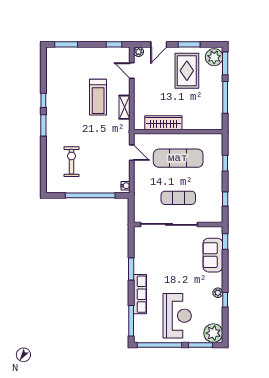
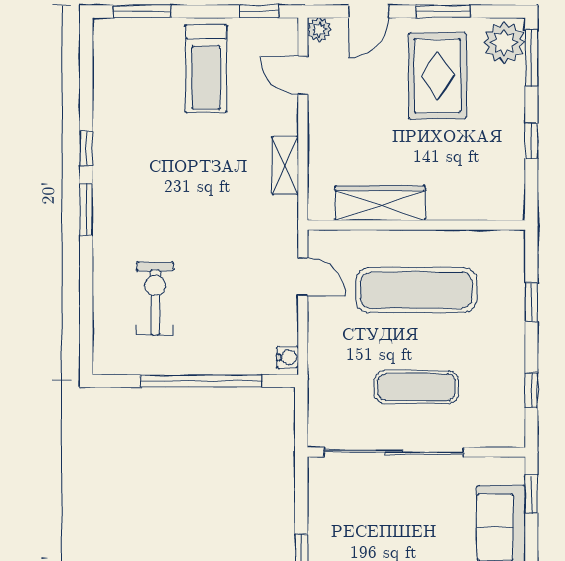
treadmill: (98, 97) -> (206, 69), moved
window: (225, 97) -> (531, 141), width x0.46

